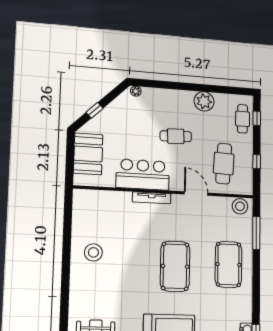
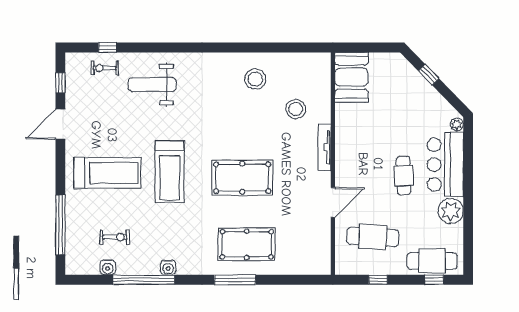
cafe table: (243, 119) -> (432, 261), width x1.37, depth x1.35
booth: (88, 154) -> (351, 77), moved, turned 90
bar counter: (143, 175) -> (445, 165), moved, turned 180
stool: (240, 206) -> (296, 109), moved
window: (256, 233) -> (235, 280), moved

